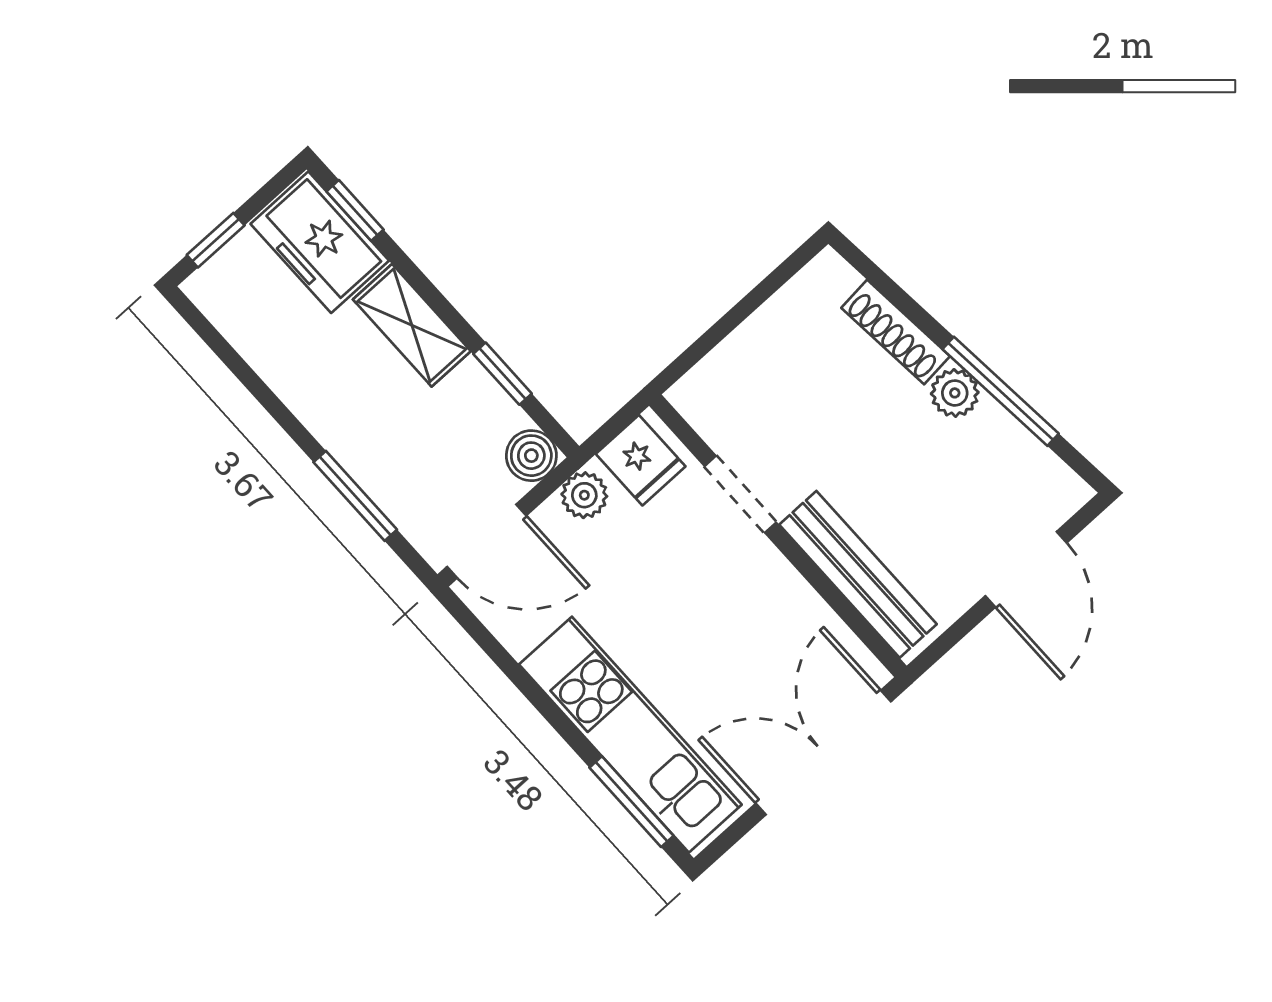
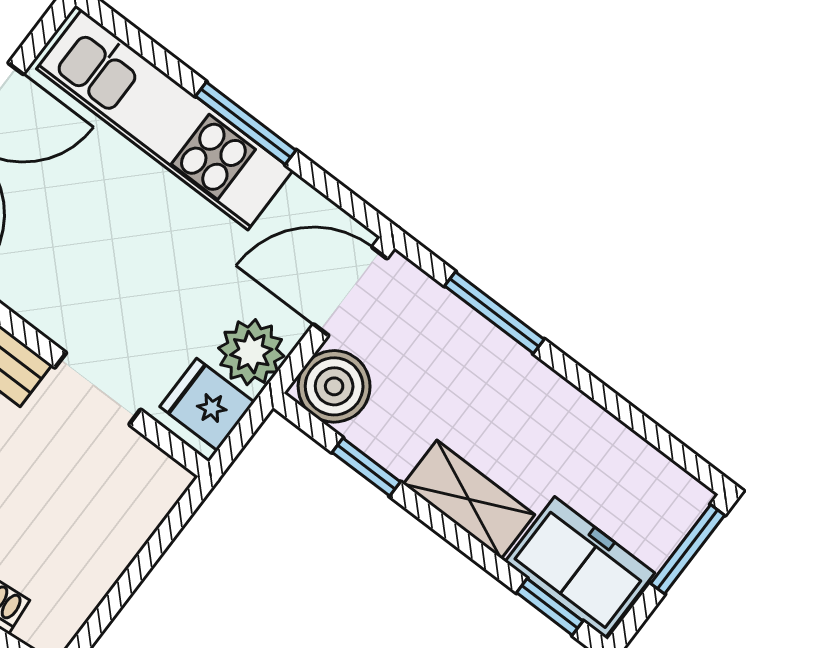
window: (216, 240) -> (688, 549), width x1.50
boiler: (531, 456) -> (334, 386), width x1.36, depth x1.36
plant: (584, 495) -> (251, 352), width x1.38, depth x1.38
window: (631, 802) -> (246, 123), moved

